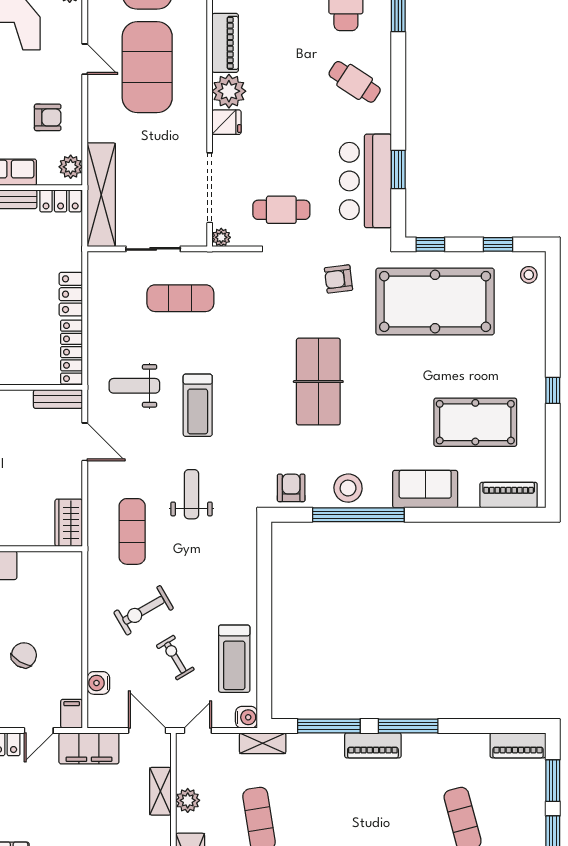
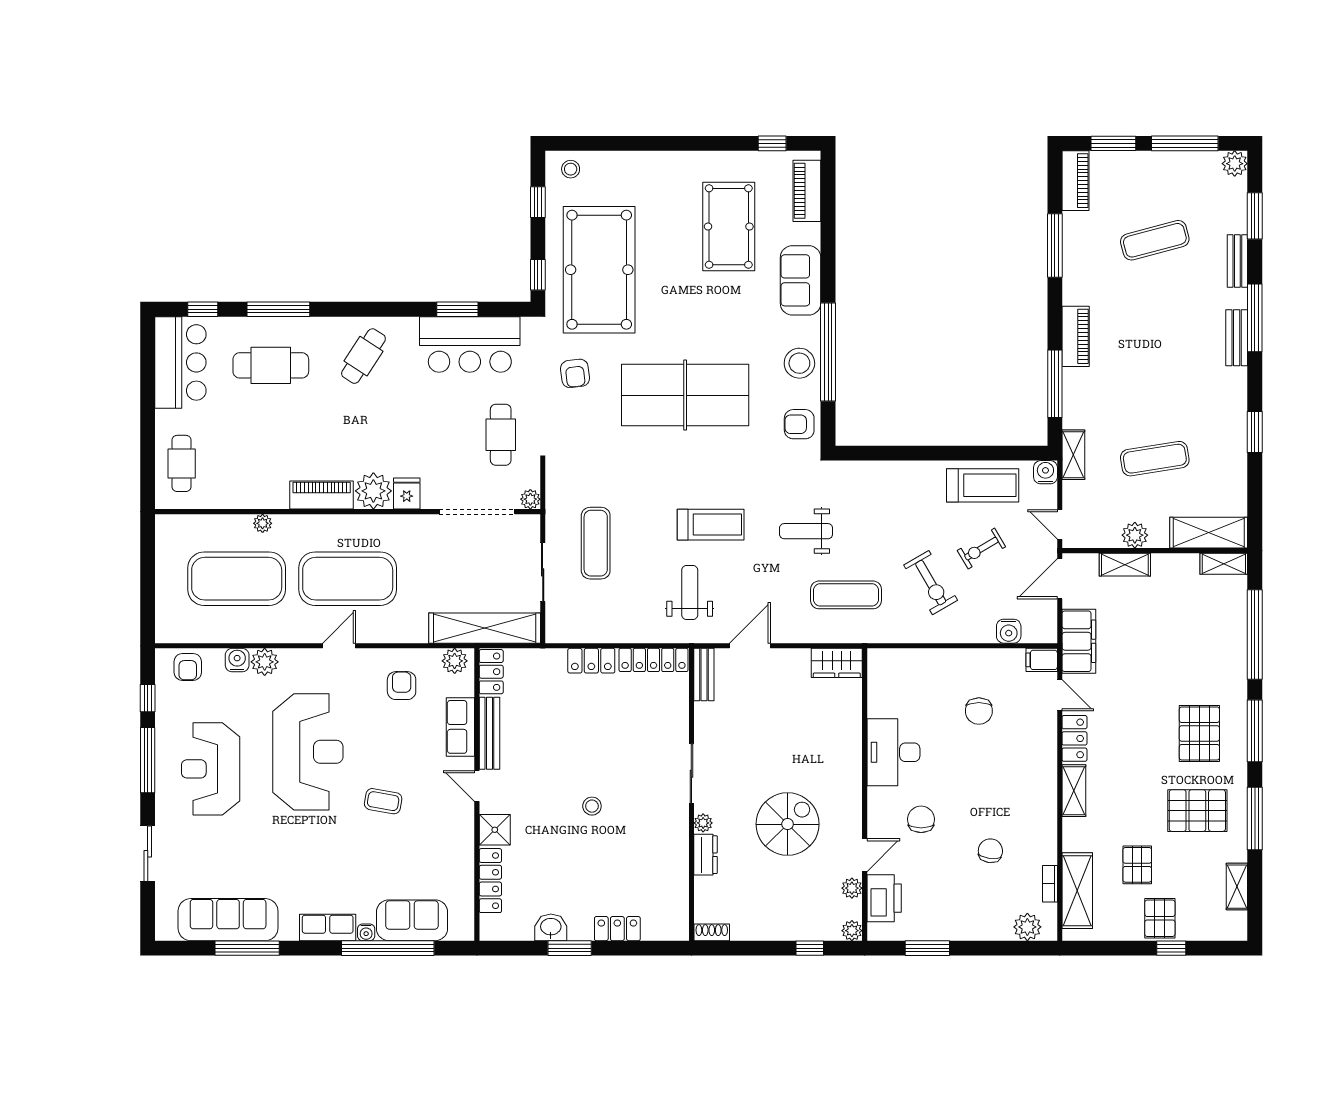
table tennis table: (318, 382) -> (685, 395), width x1.36, depth x1.32
weight bench: (134, 386) -> (690, 592), turned 180
window: (553, 390) -> (772, 143), moved
chair: (24, 655) -> (979, 711), turned -121
window: (408, 726) -> (1055, 246), moved

